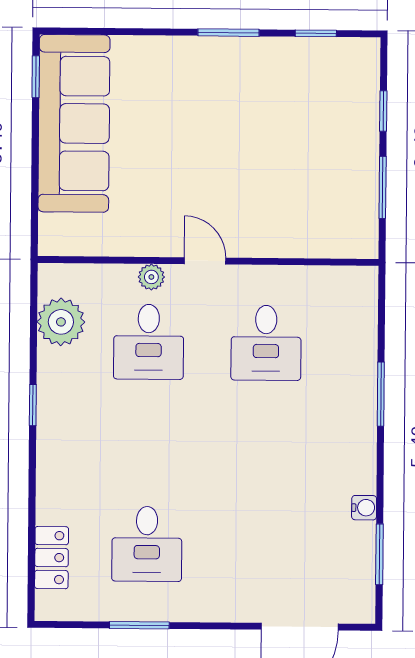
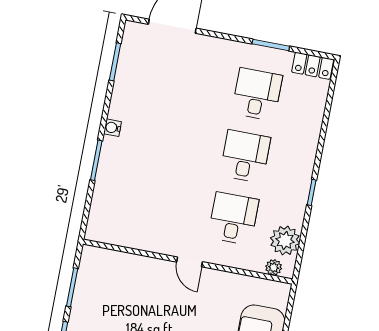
plant: (151, 277) -> (274, 267), moved
desk: (266, 343) -> (245, 156), moved
water cooler: (364, 508) -> (112, 128), moved
locker: (52, 558) -> (313, 66), moved, turned -90

